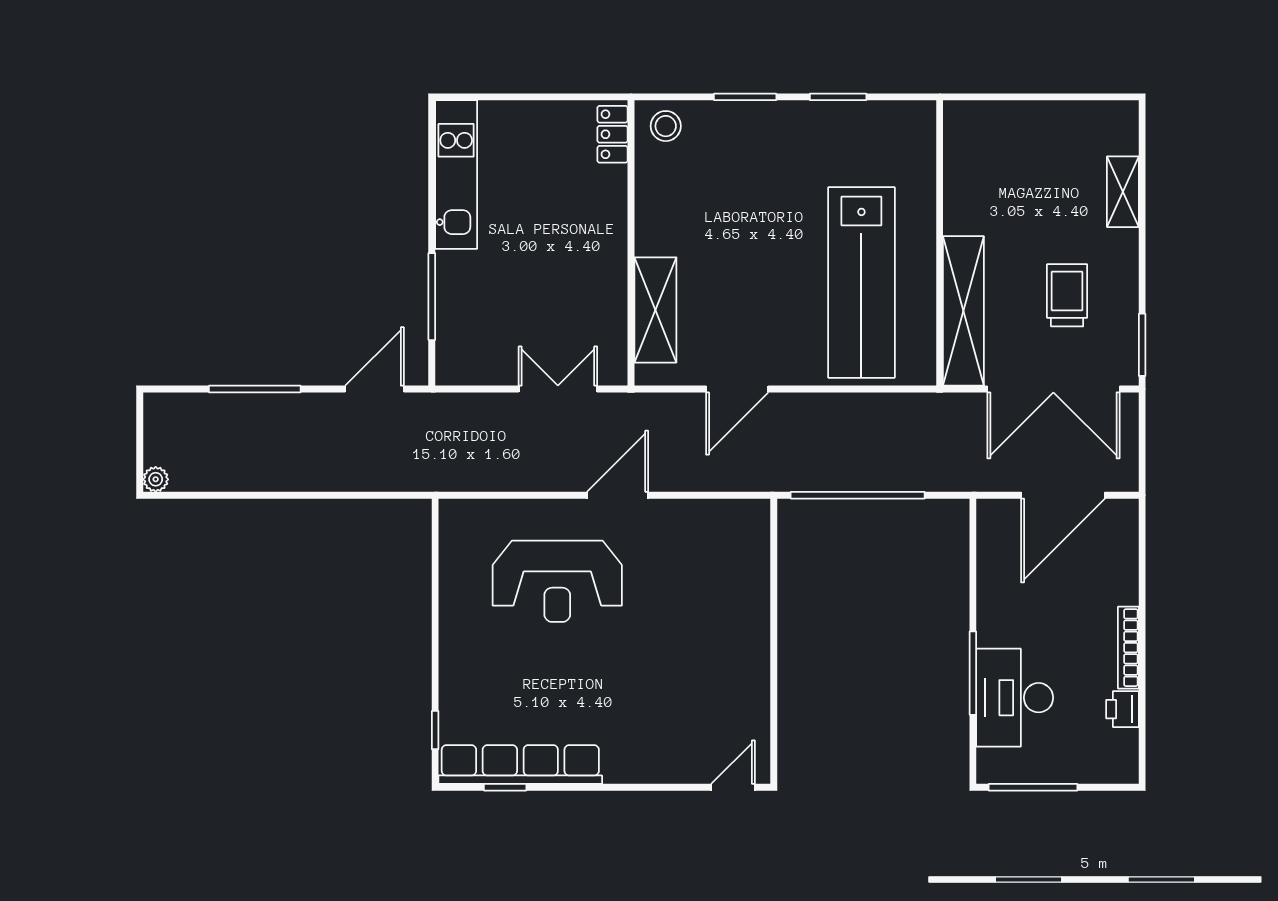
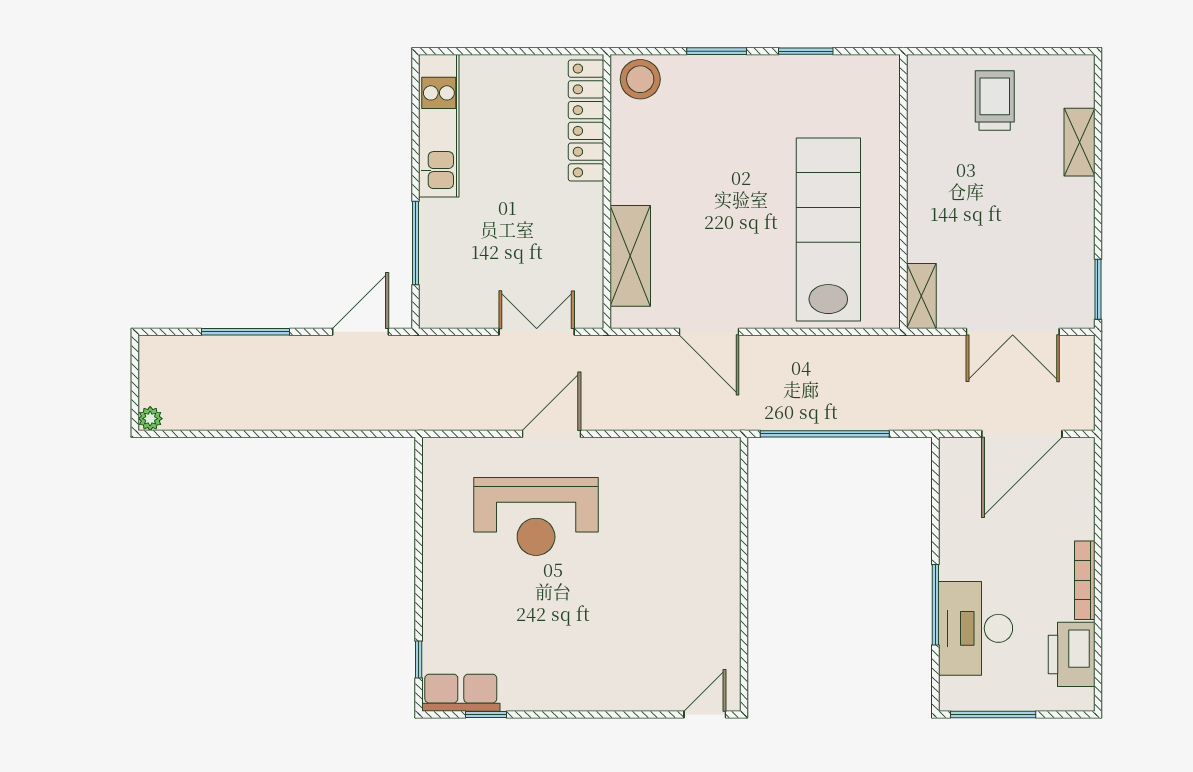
stool: (666, 126) -> (640, 79), width x1.38, depth x1.38
locker: (612, 134) -> (586, 121), width x2.16, depth x1.21
lab bench: (861, 282) -> (828, 229), turned 180
trolley: (1067, 295) -> (995, 101), moved
shelving: (963, 311) -> (921, 296), width x0.45, depth x0.75
door: (737, 389) -> (709, 332), hinge flipped
double door: (1053, 389) -> (1013, 332), width x0.73
door: (618, 495) -> (551, 434), moved
printer: (1123, 709) -> (1072, 654), width x1.87, depth x1.48
row of seats: (520, 765) -> (461, 693), width x0.50

